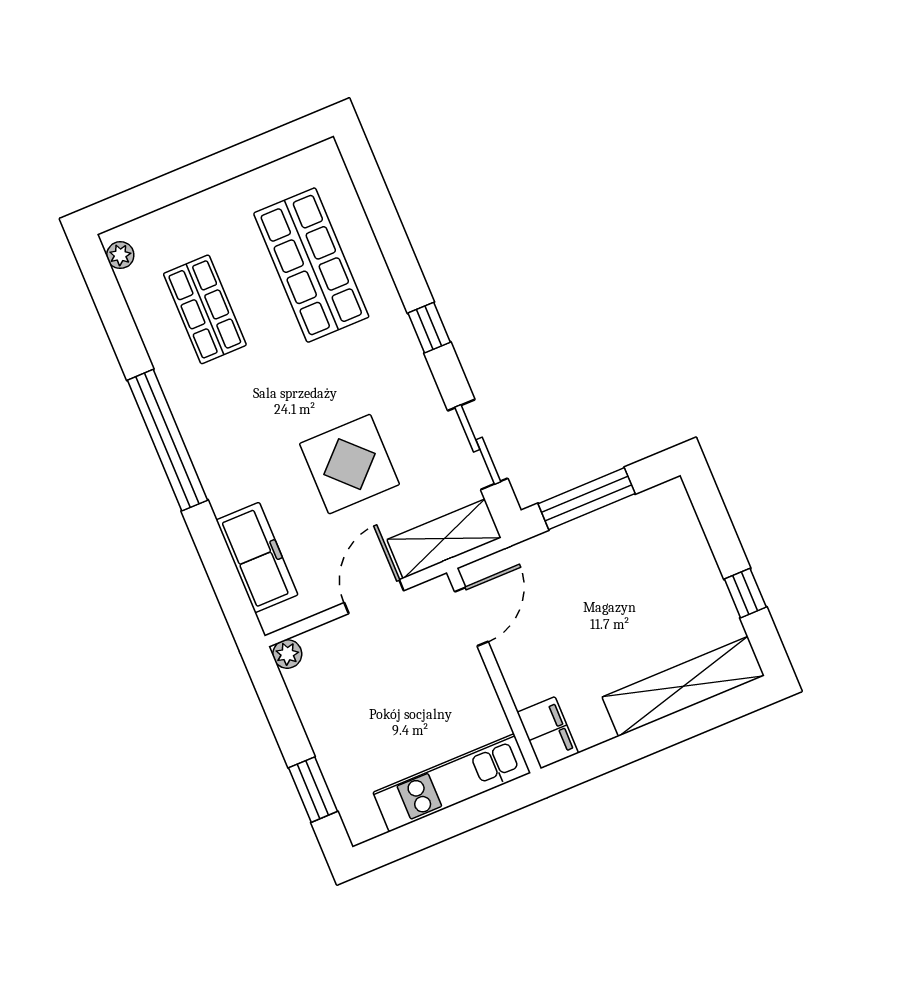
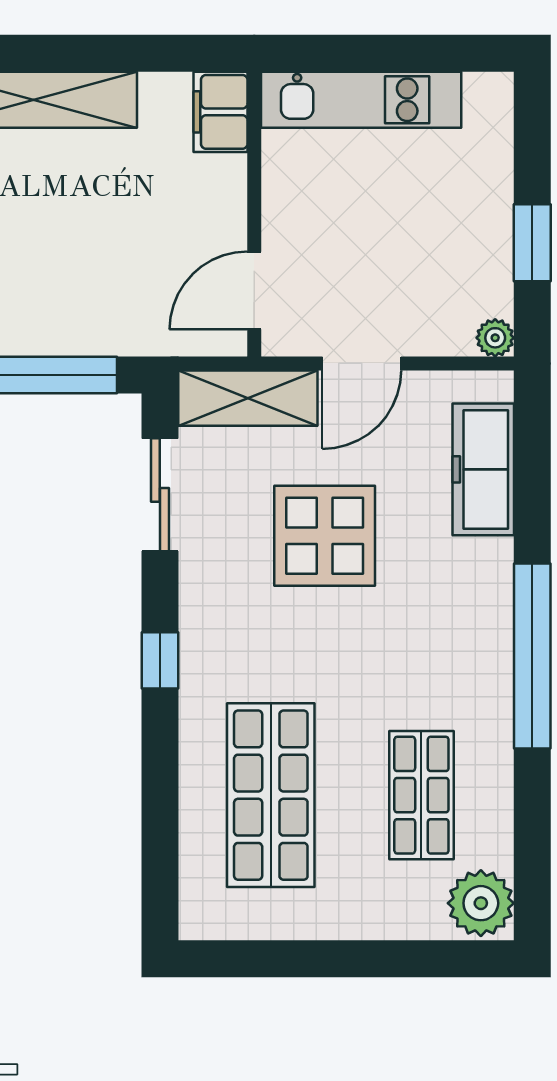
plant: (120, 255) -> (481, 903), width x1.87, depth x1.87
window: (313, 790) -> (532, 243), moved

